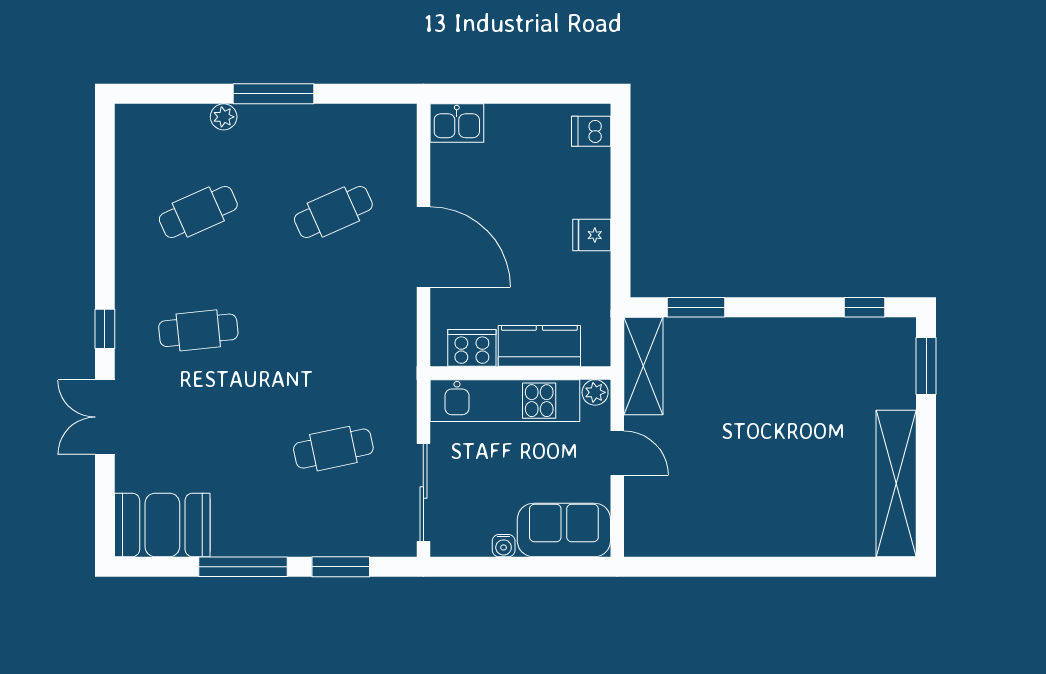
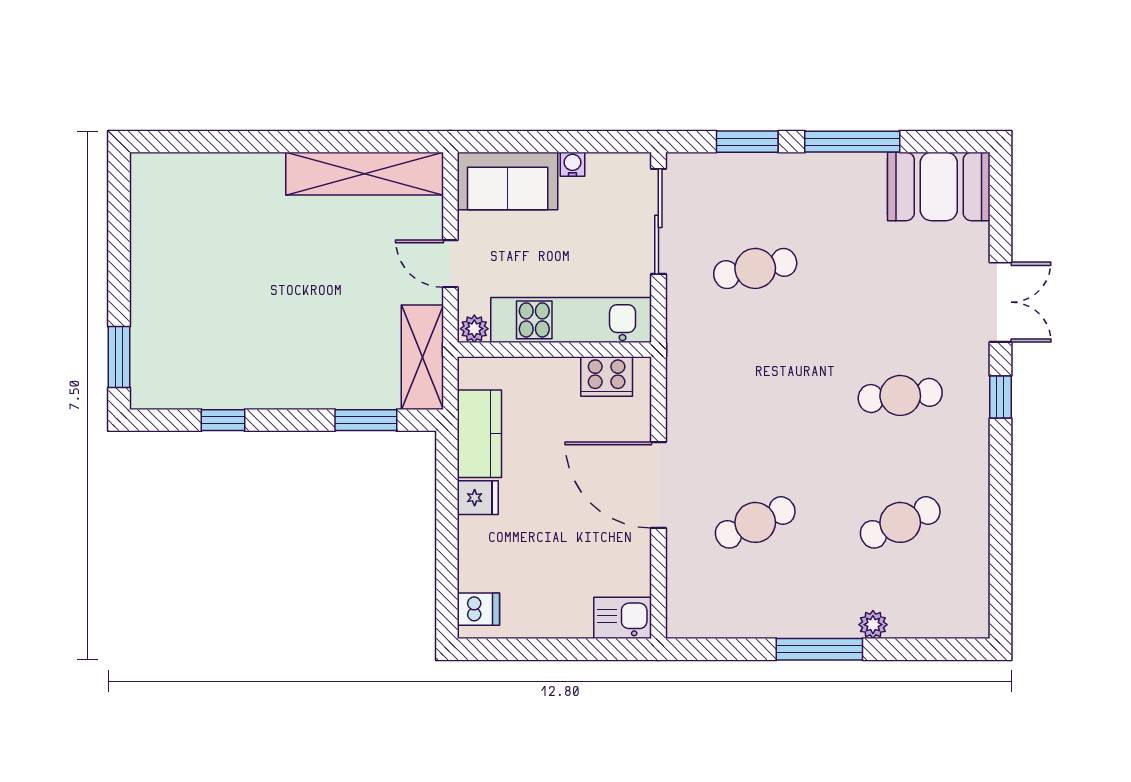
window: (865, 307) -> (223, 420), moved
kitchen counter: (539, 346) -> (479, 434), moved, turned -90
shelving: (896, 484) -> (365, 174), moved, turned 90

